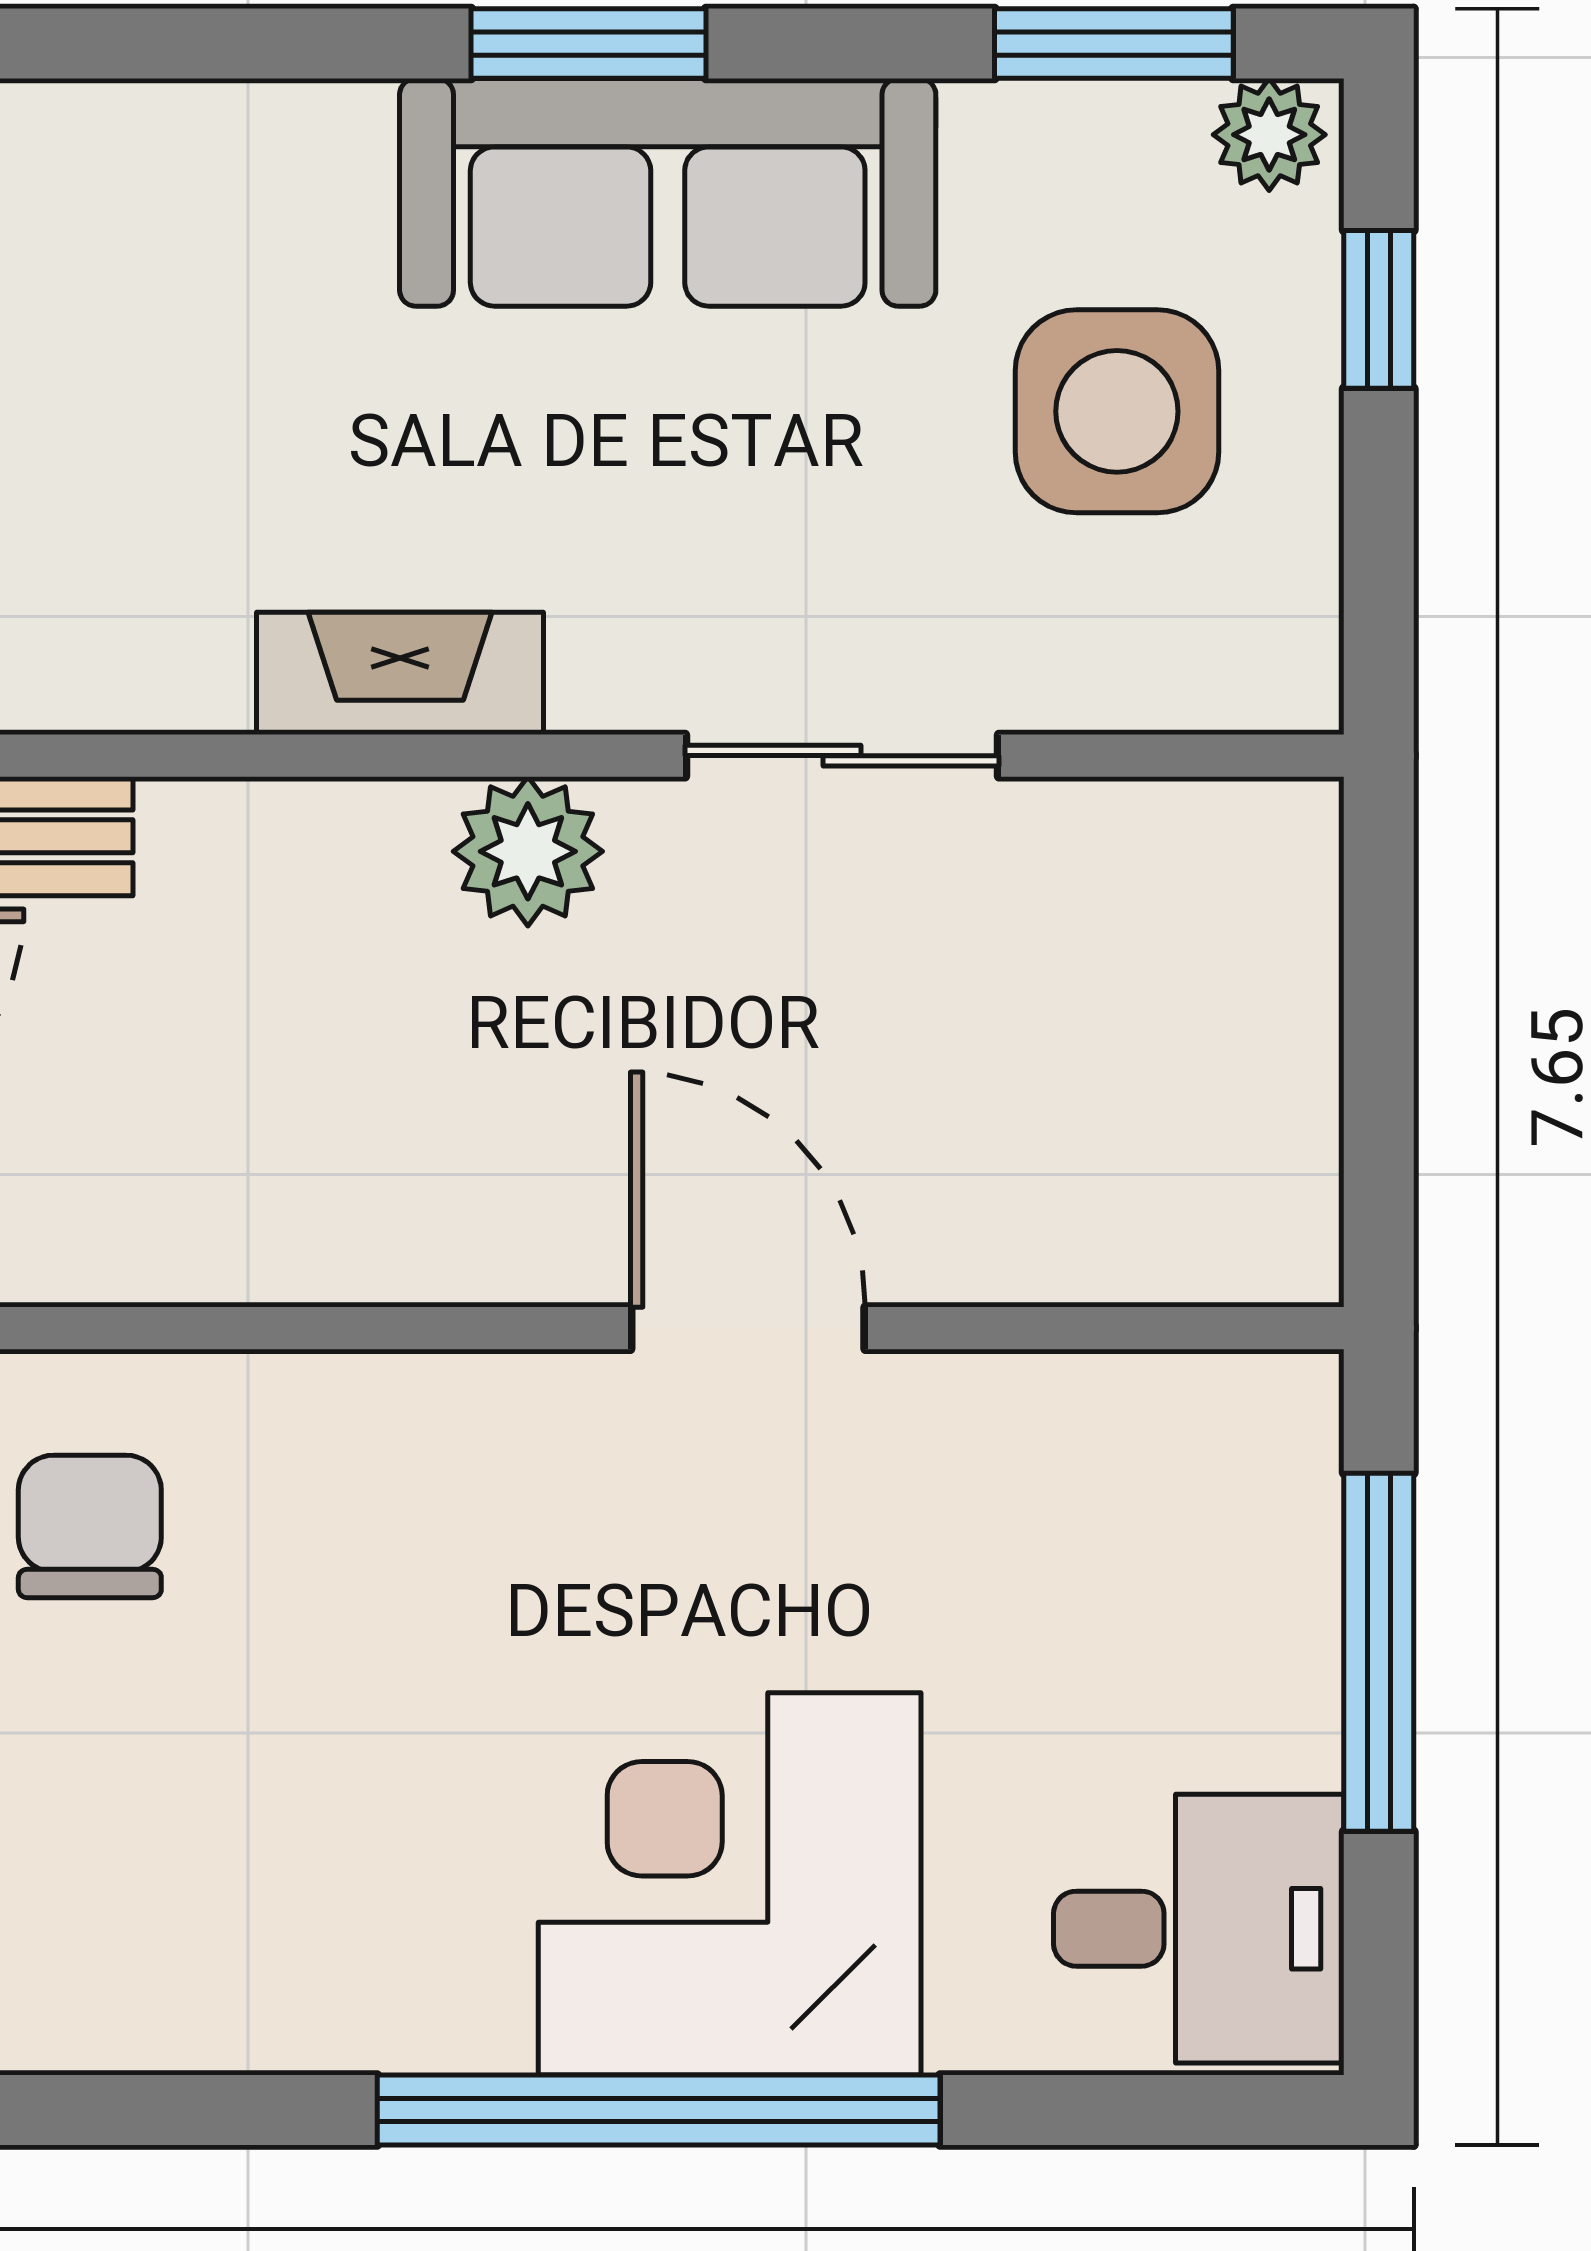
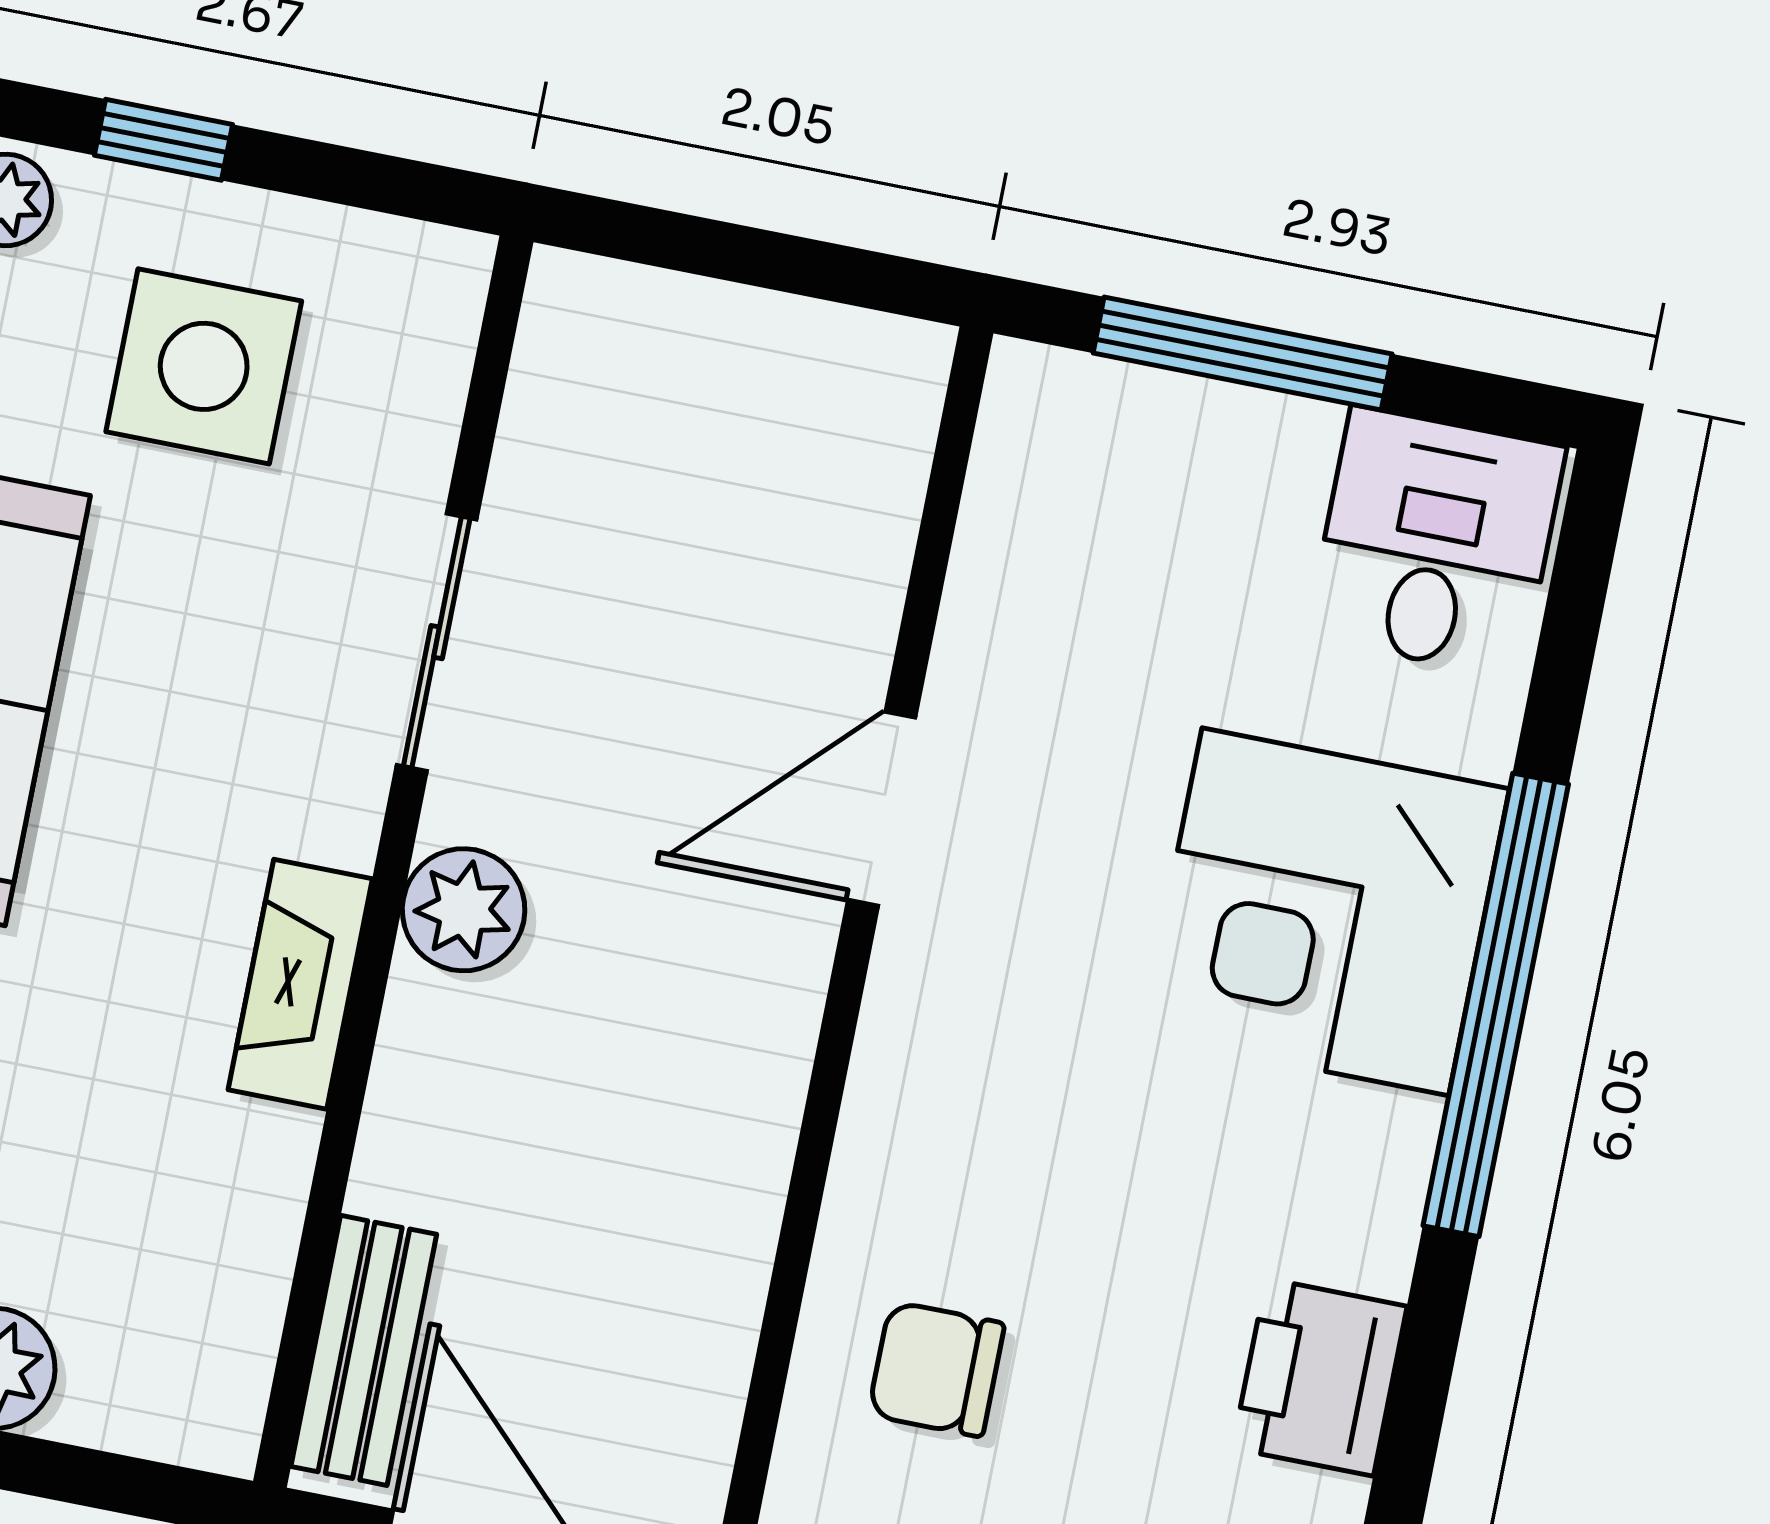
printer: (171, 1987) -> (1320, 1377), added

